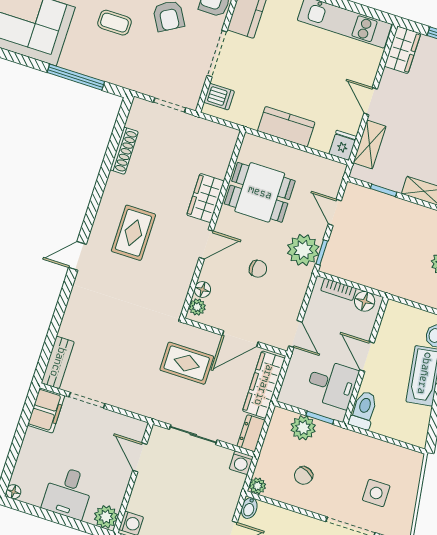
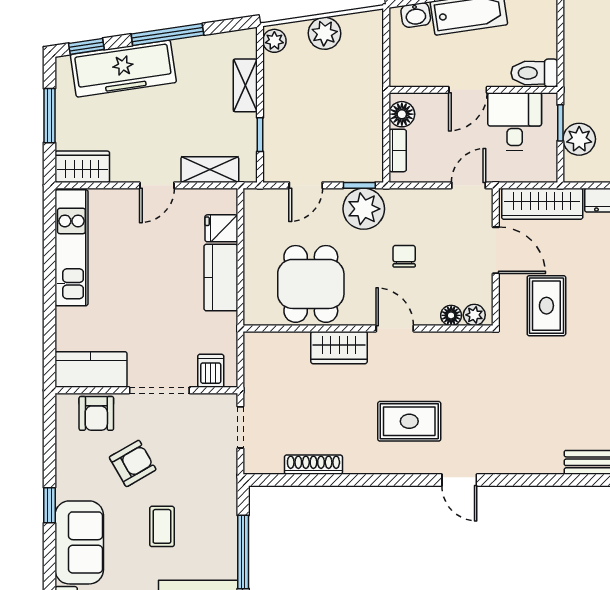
fridge: (343, 145) -> (221, 228), moved

